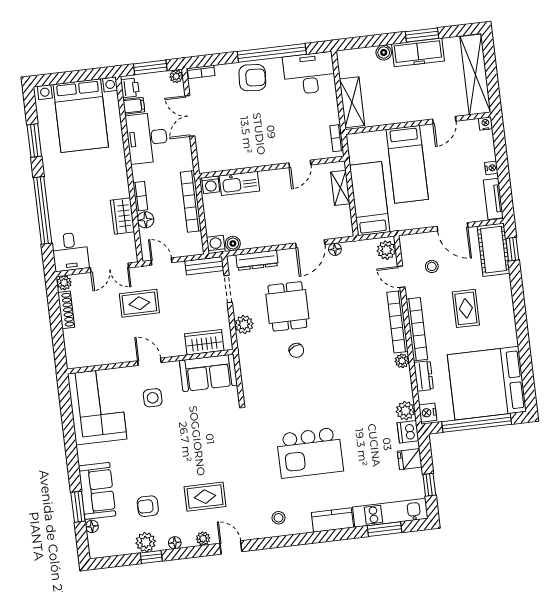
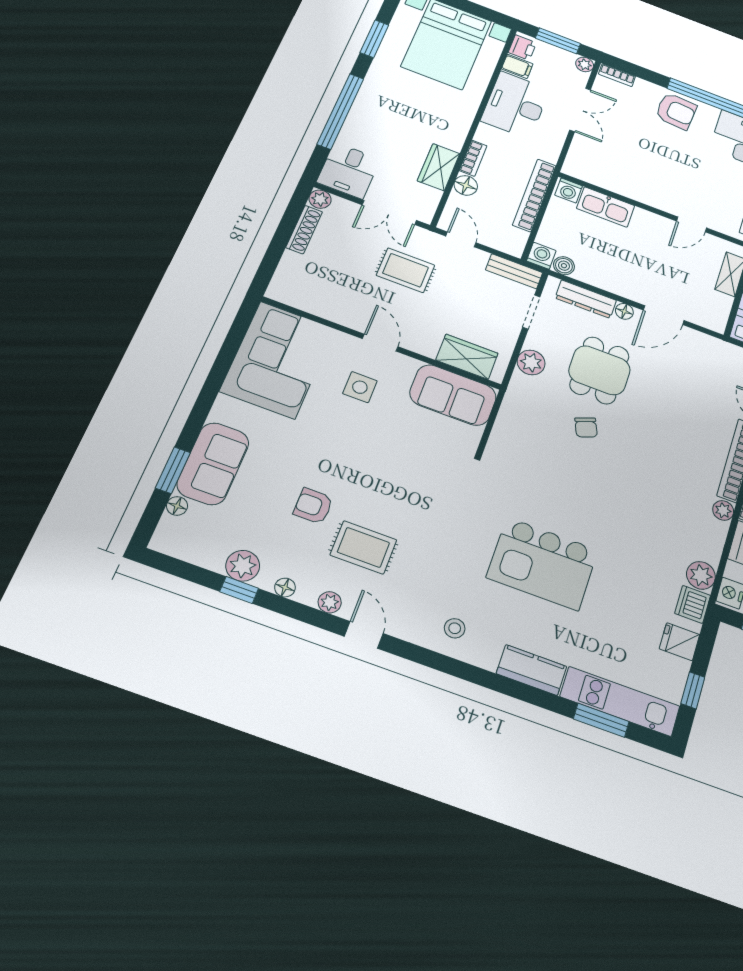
double door: (190, 116) -> (580, 110), swing flipped
floor lamp: (335, 249) -> (624, 311), moved
armchair: (148, 506) -> (313, 506), moved

